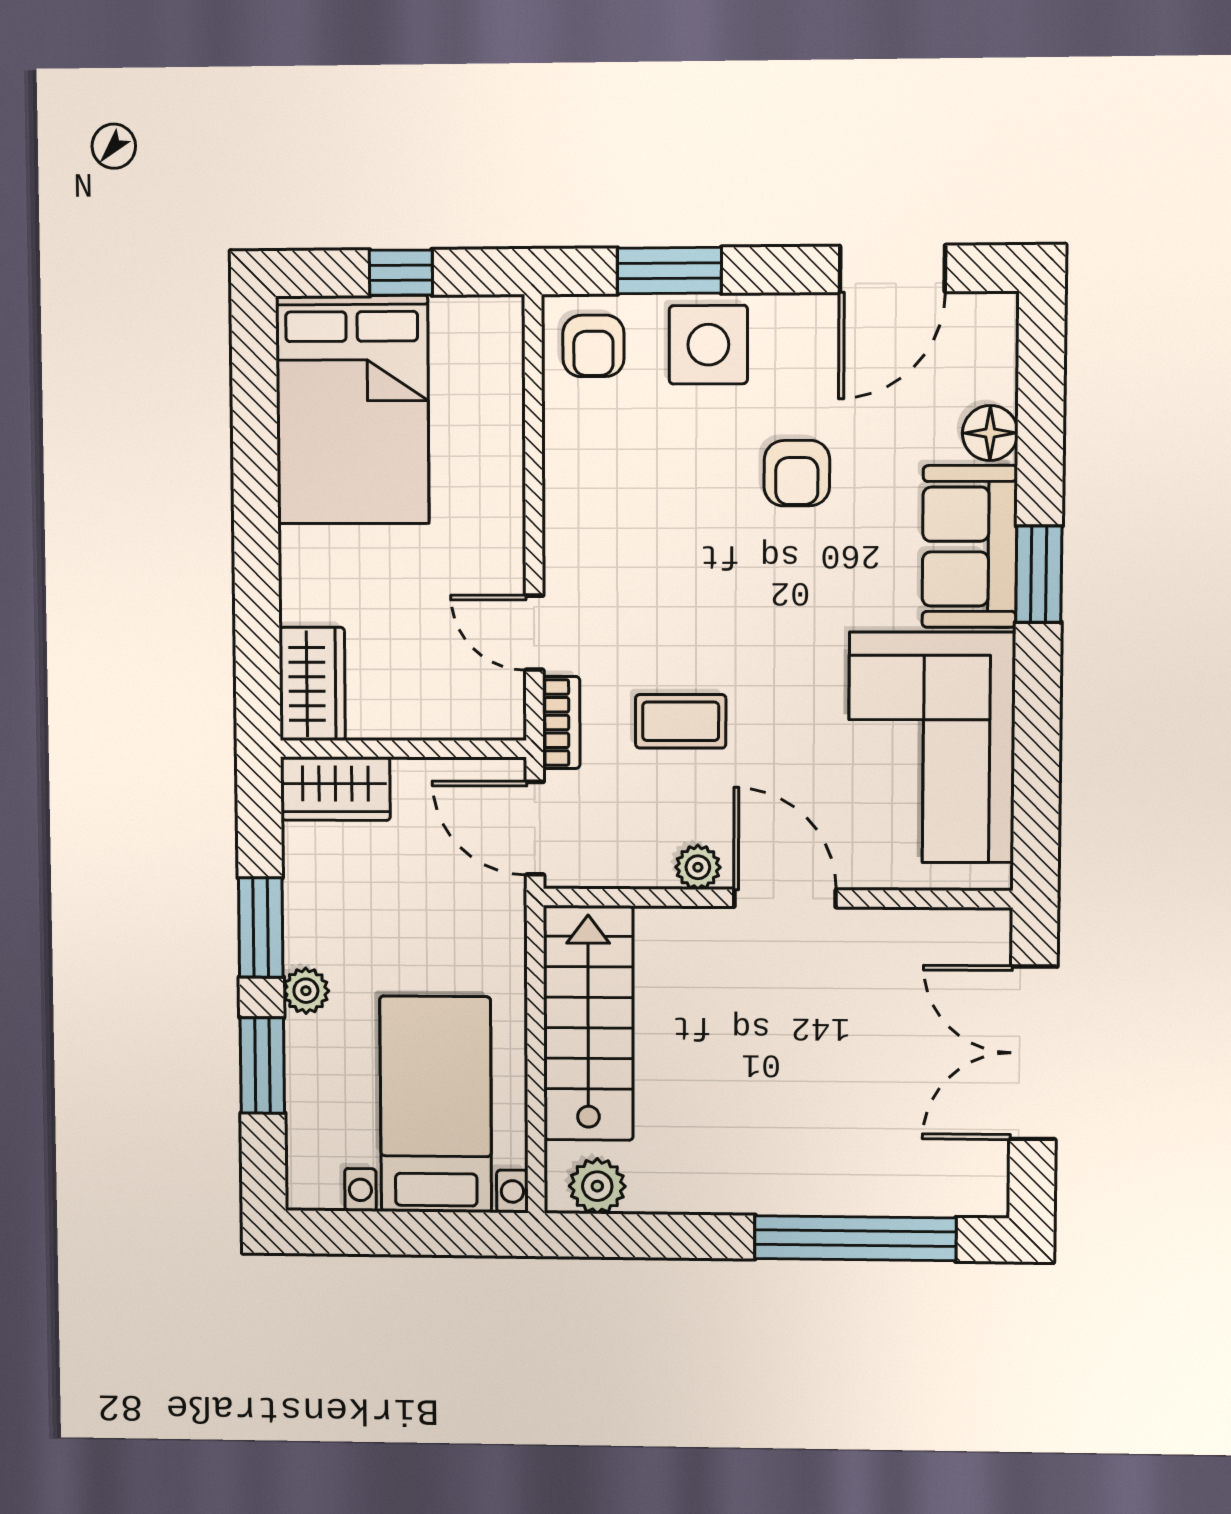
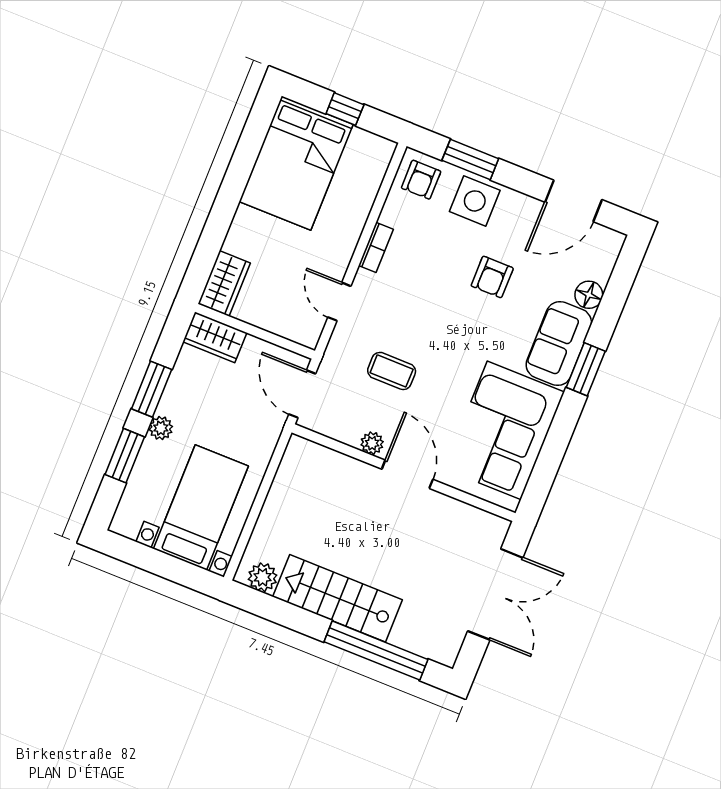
bookcase: (561, 723) -> (376, 247), moved
stairs: (588, 1023) -> (338, 598), moved, turned -90
double door: (1033, 1053) -> (495, 594), swing flipped

